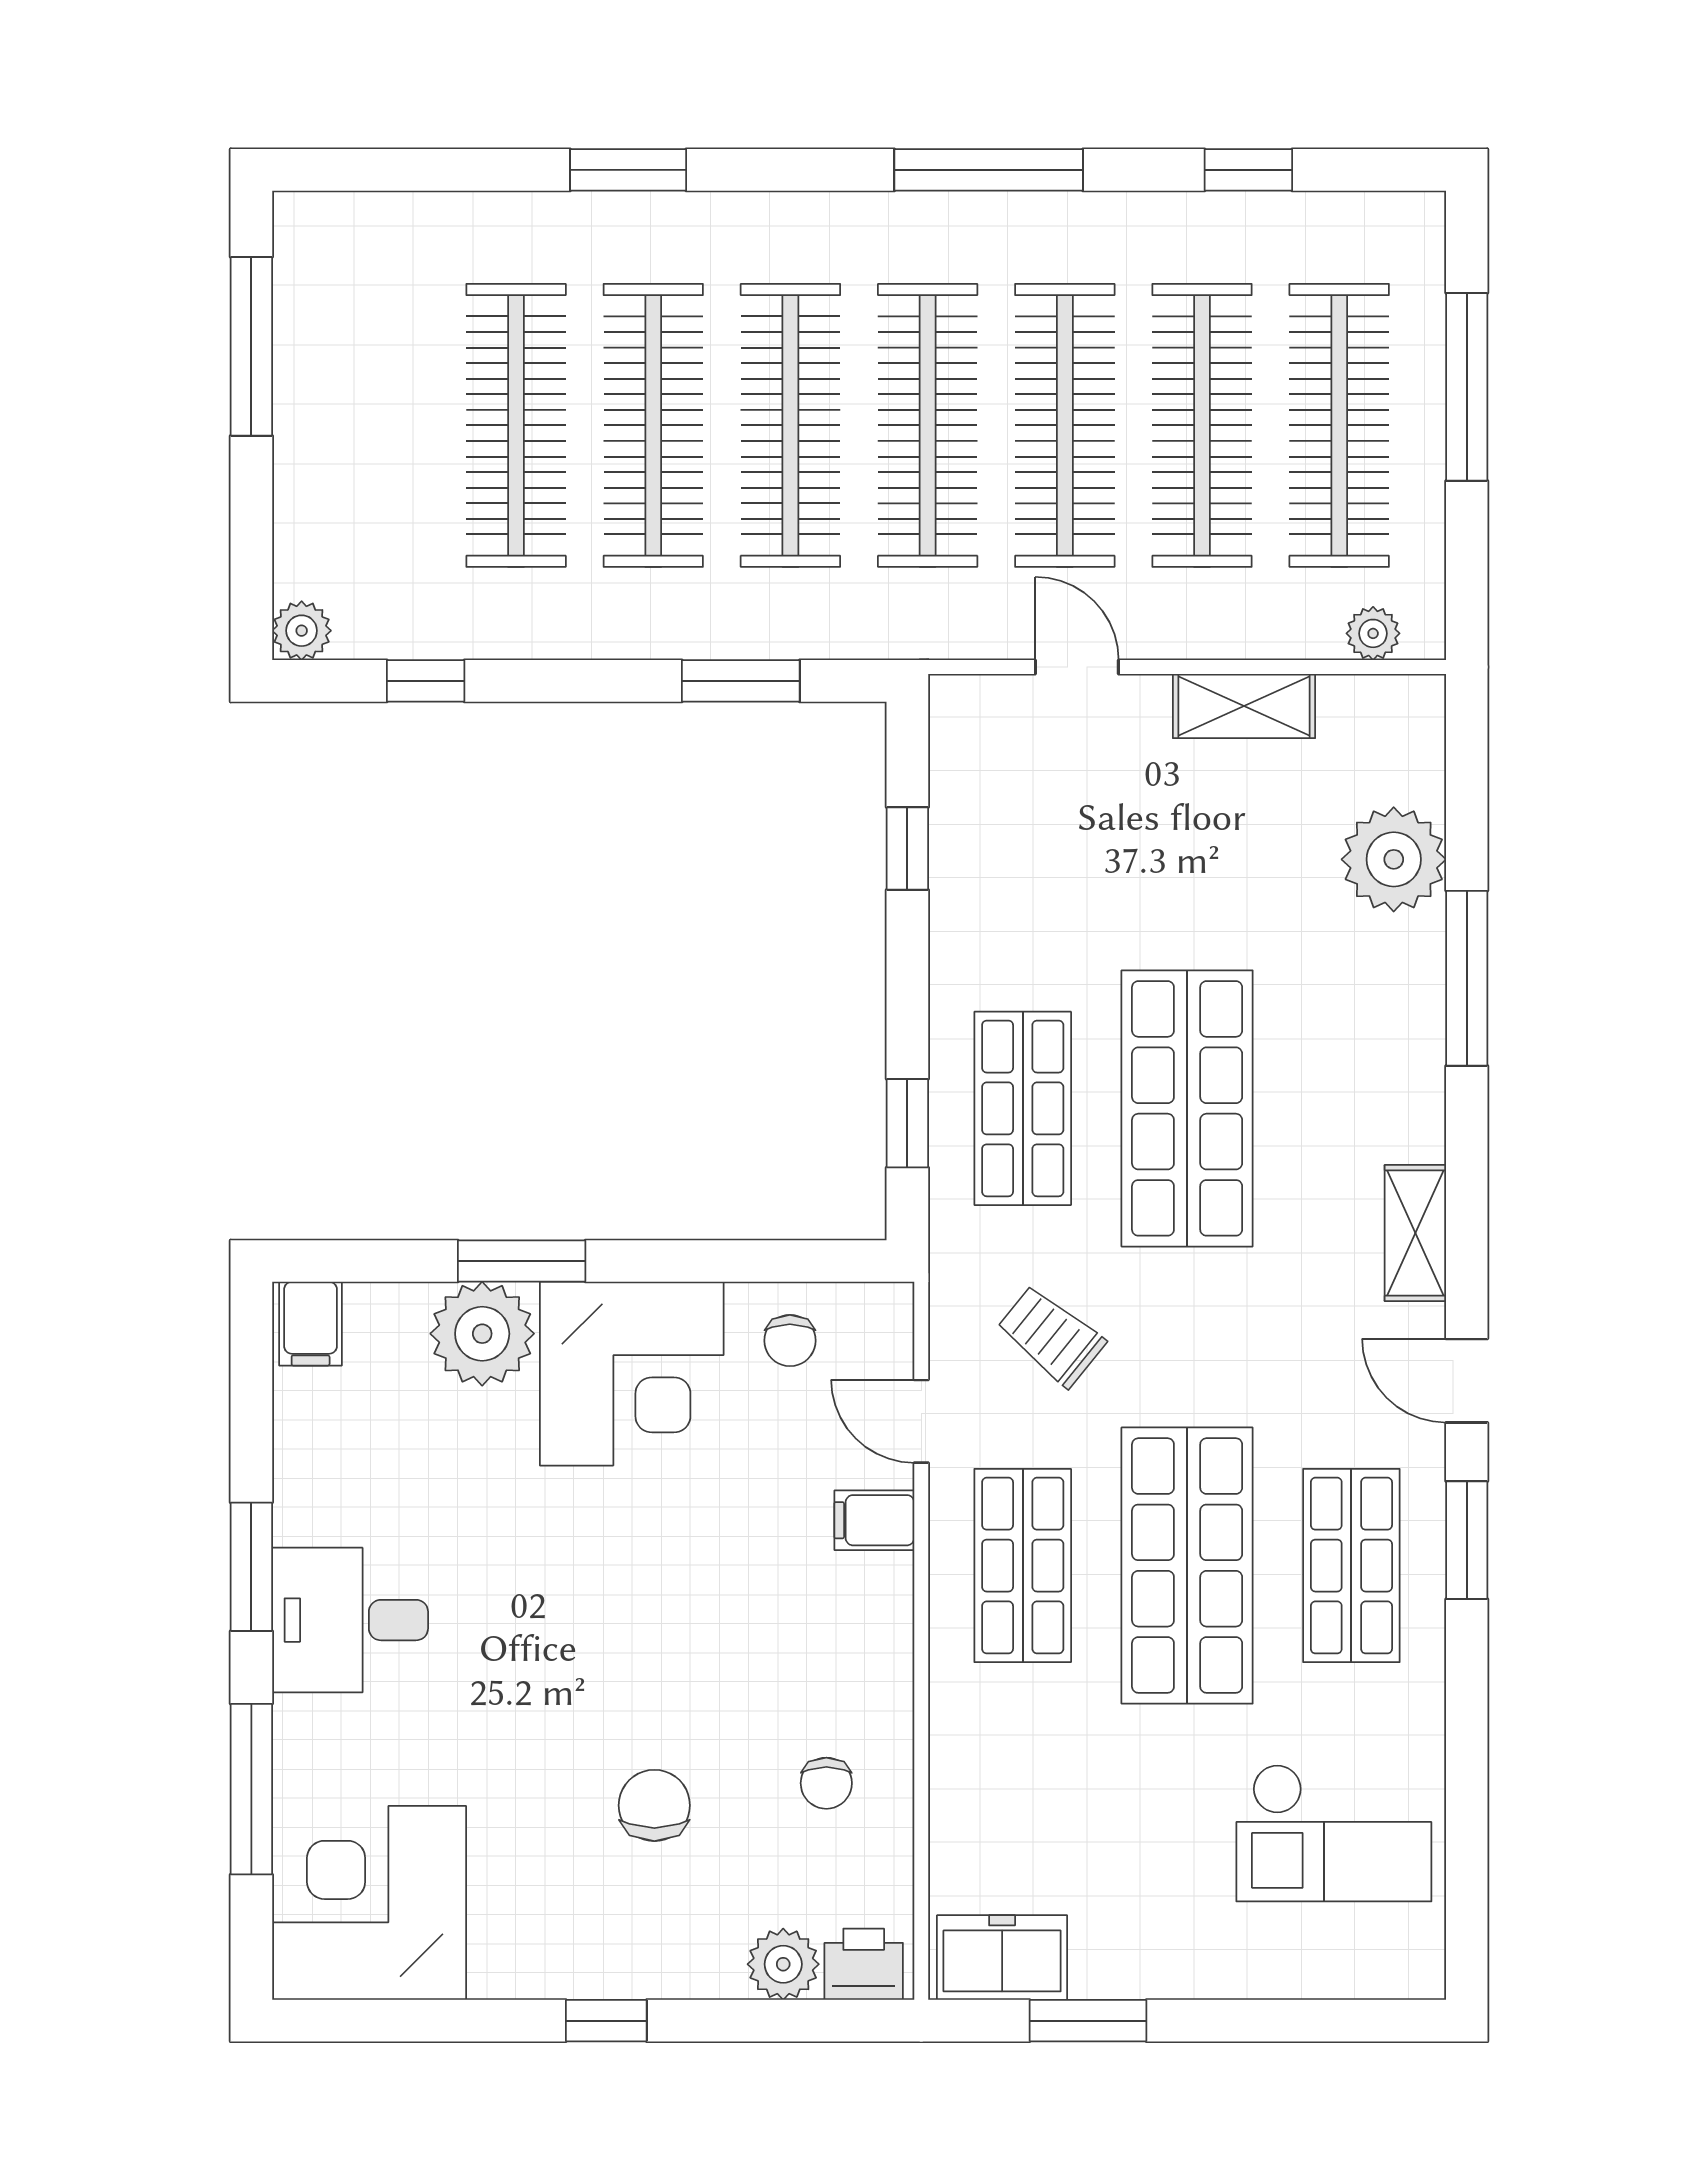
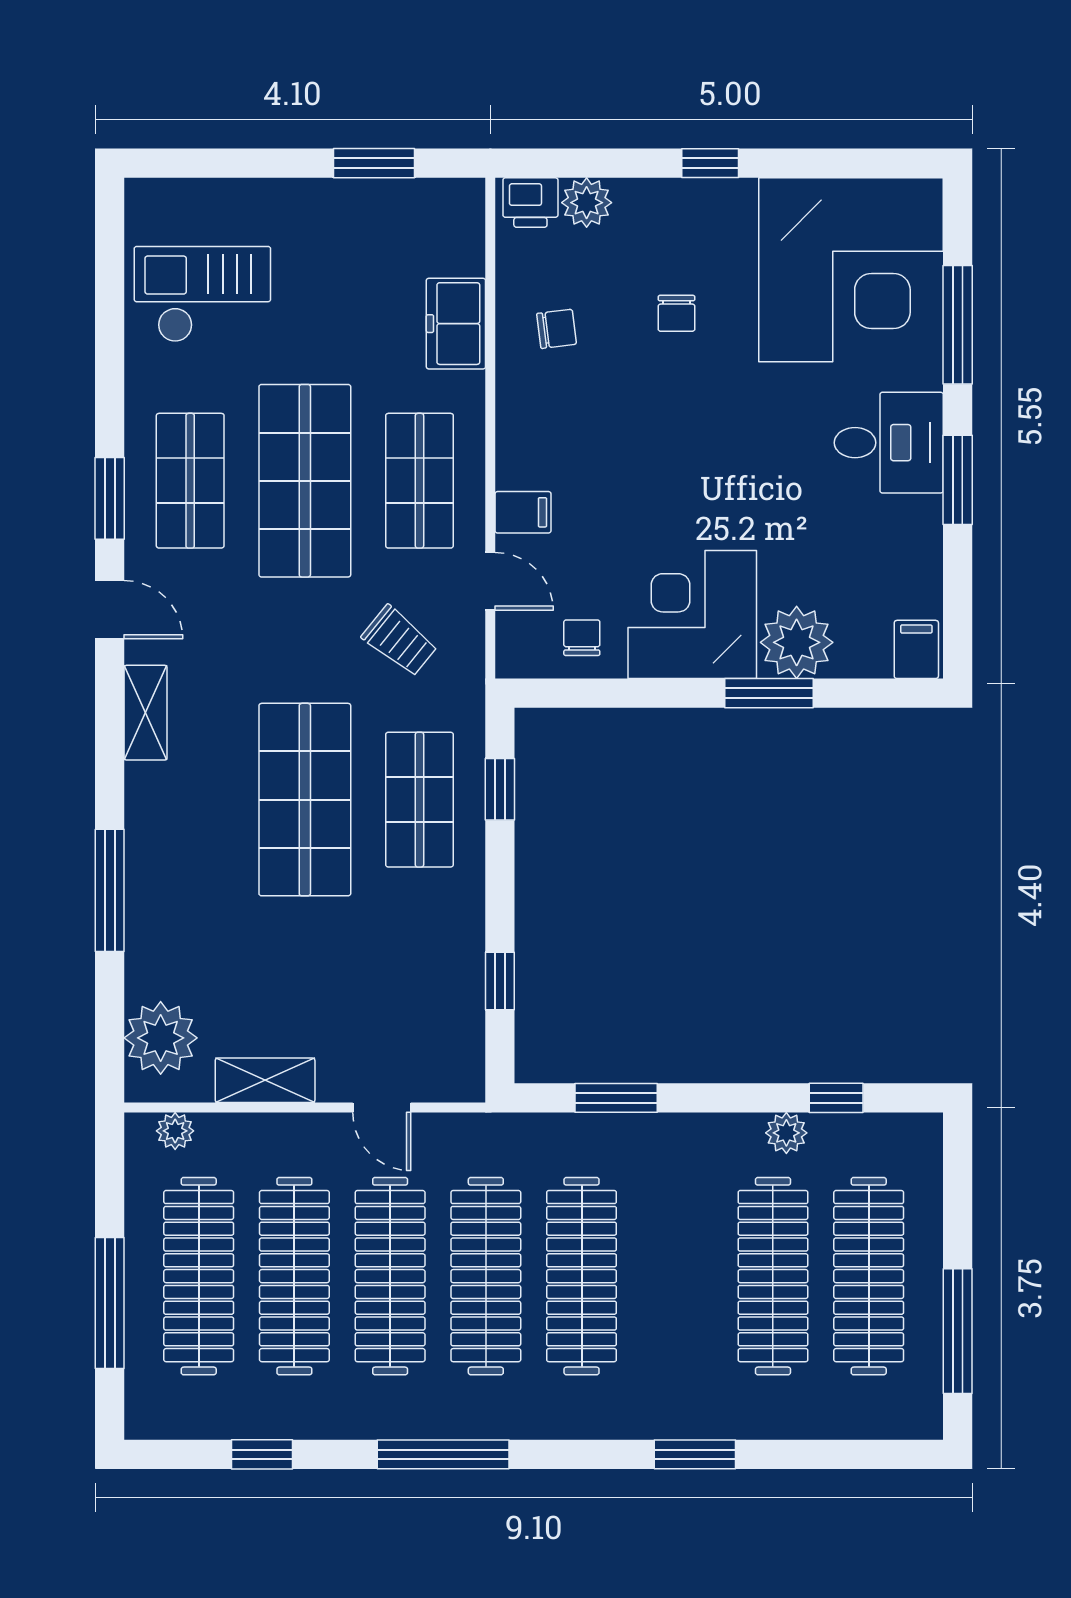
clothes rail: (653, 425) -> (869, 1276), moved
plant: (302, 631) -> (786, 1133), moved
plant: (1394, 859) -> (161, 1038), moved
chair: (826, 1783) -> (557, 329), turned 83
chair: (654, 1805) -> (676, 313), width x0.73, depth x0.73
corner desk: (369, 1903) -> (851, 270), width x1.36, depth x1.36
freezer: (1002, 1958) -> (456, 324), moved, turned 90

